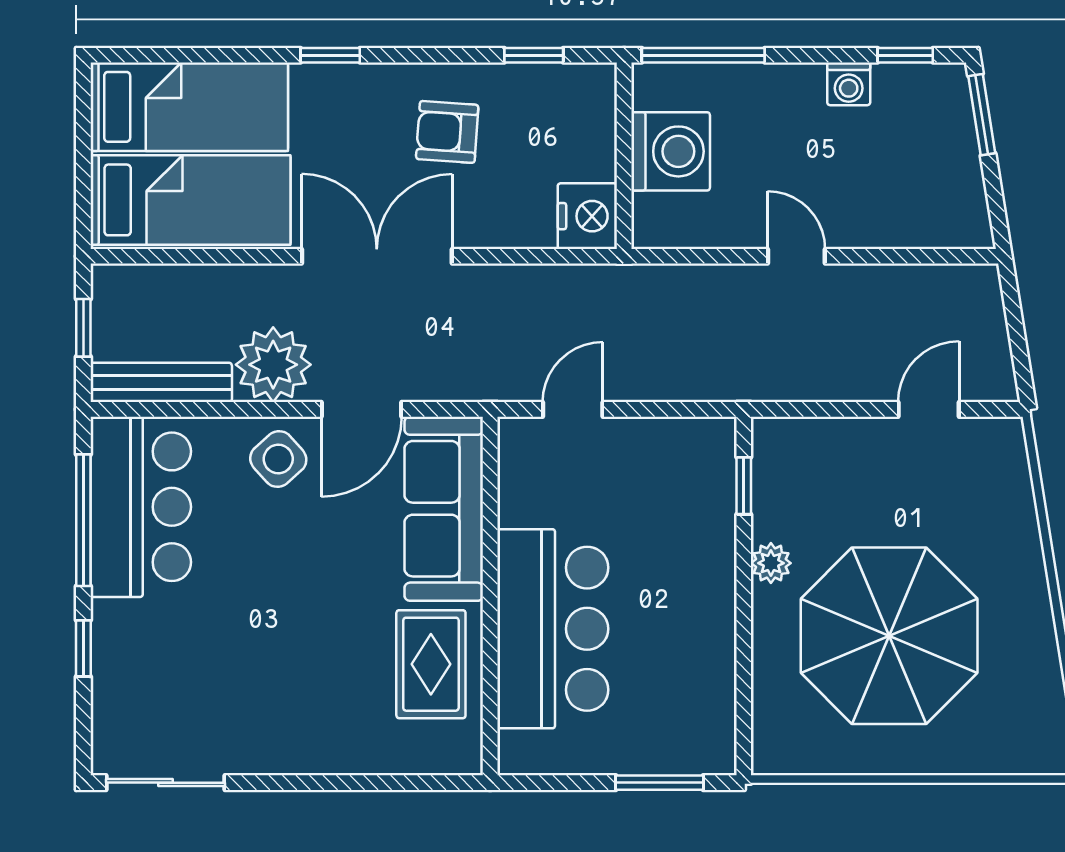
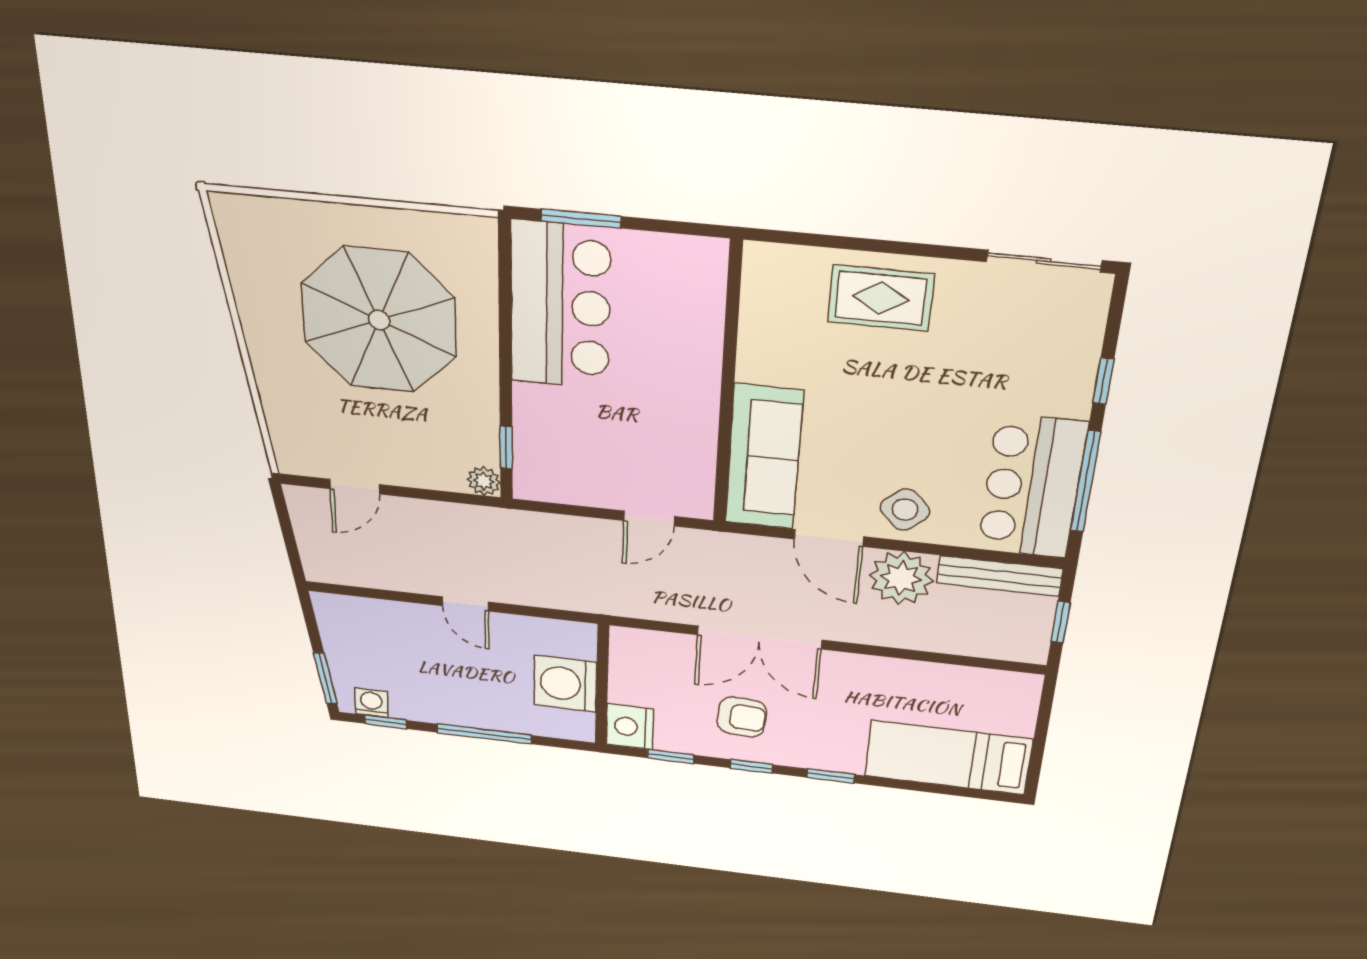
window: (430, 55) -> (752, 766), added
window: (703, 55) -> (484, 734), moved
washing machine: (849, 84) -> (371, 703), moved
bed: (191, 200) -> (956, 698), removed
nightstand: (587, 216) -> (630, 727), moved
double door: (377, 256) -> (759, 637), moved
door: (361, 409) -> (829, 538), swing flipped
plant: (771, 563) -> (484, 481), moved
bar counter: (553, 629) -> (560, 306), moved, turned 180
rug: (431, 664) -> (881, 298), moved, turned 90

